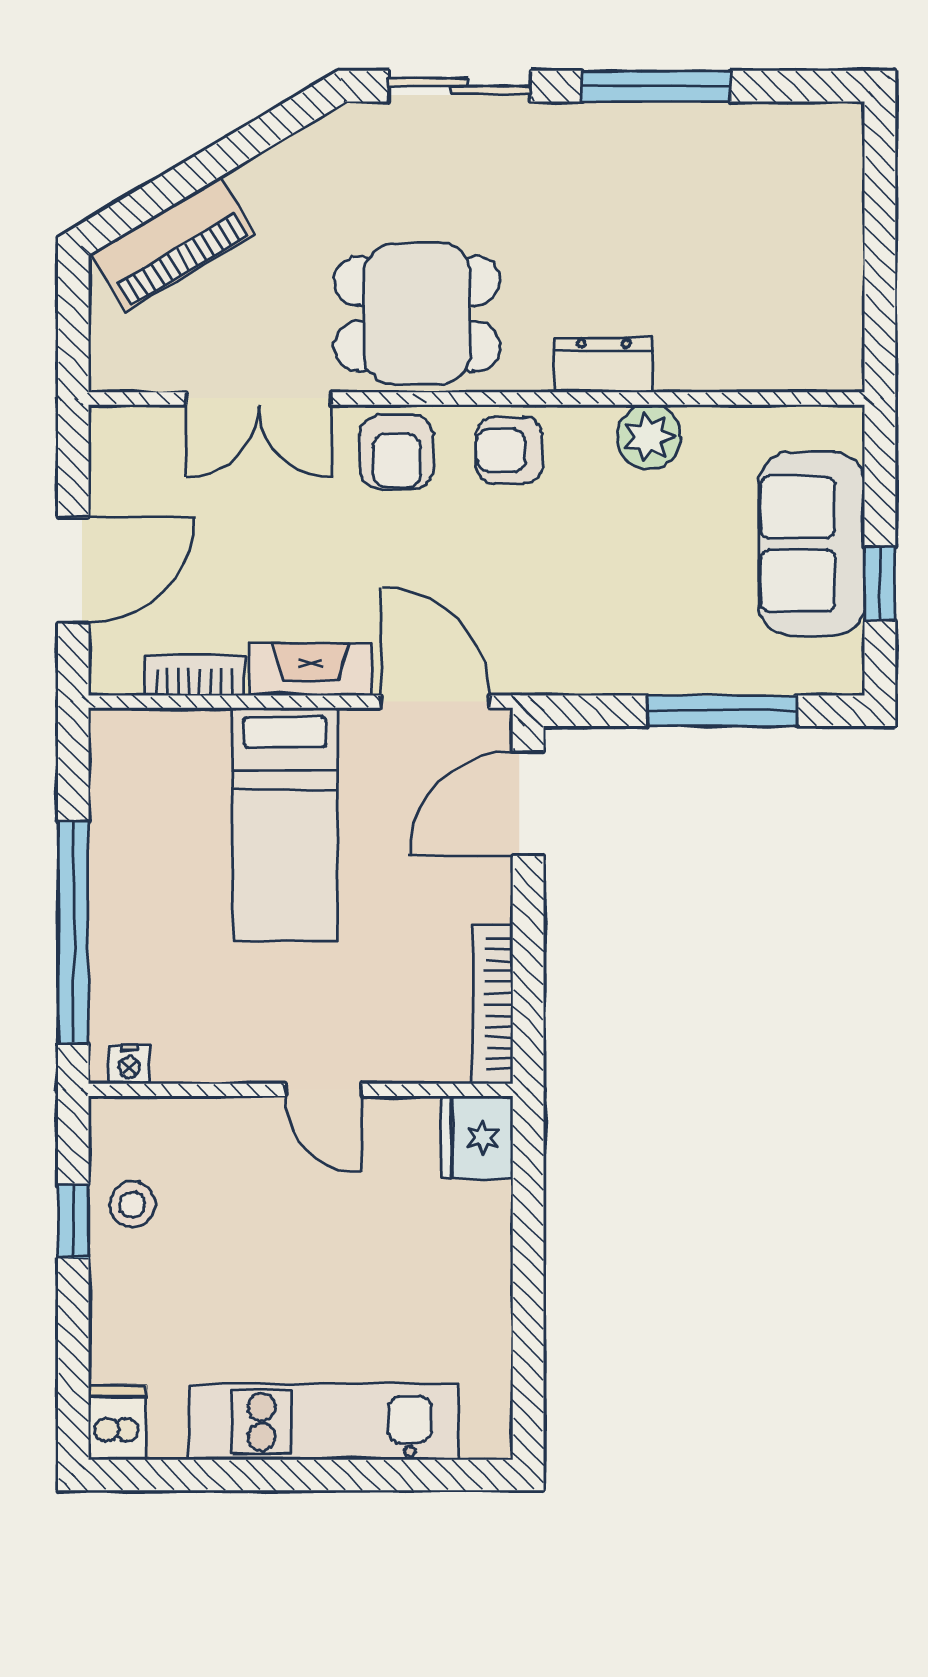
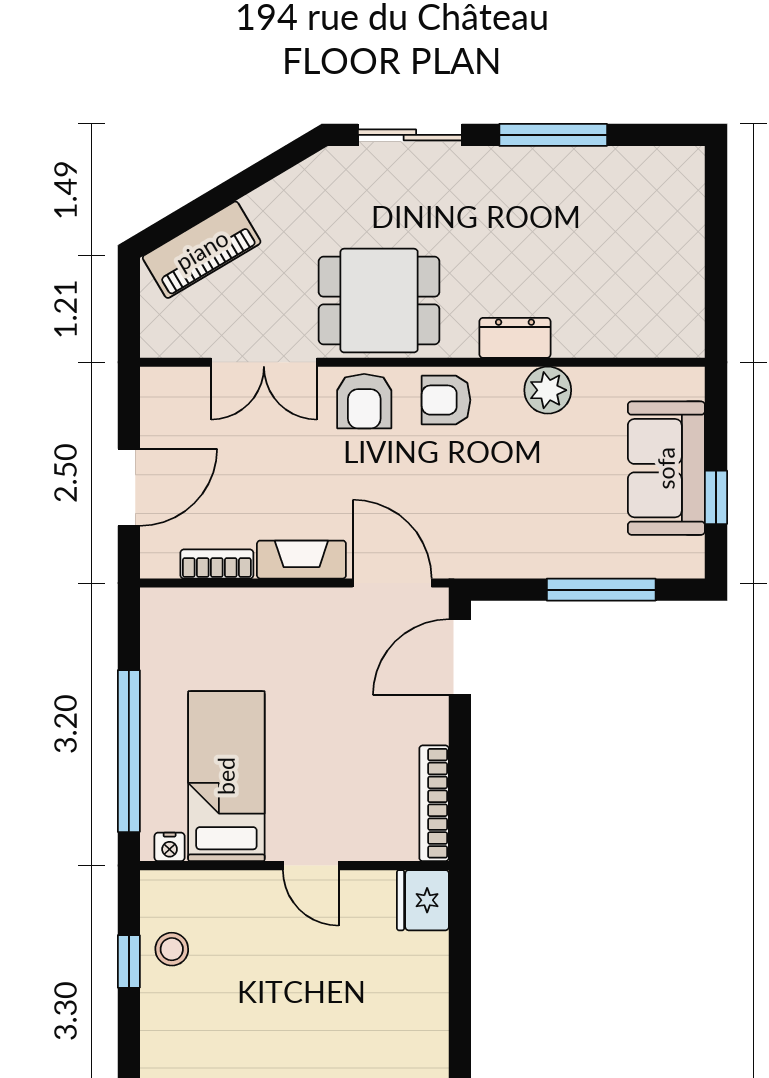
bed: (285, 825) -> (226, 776), moved, turned 180

